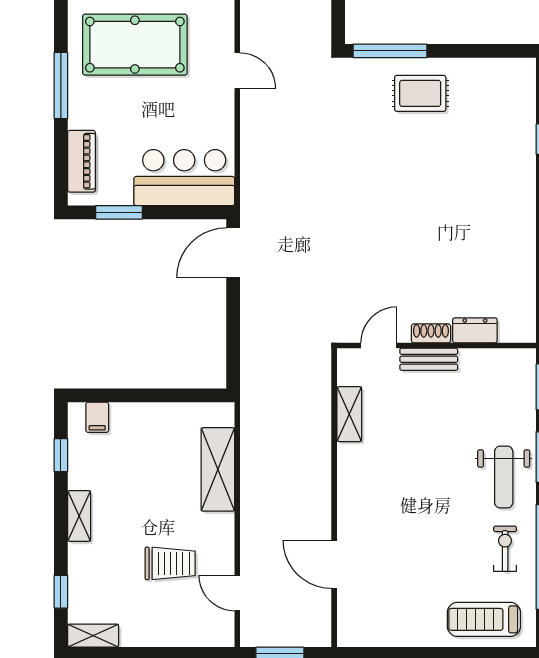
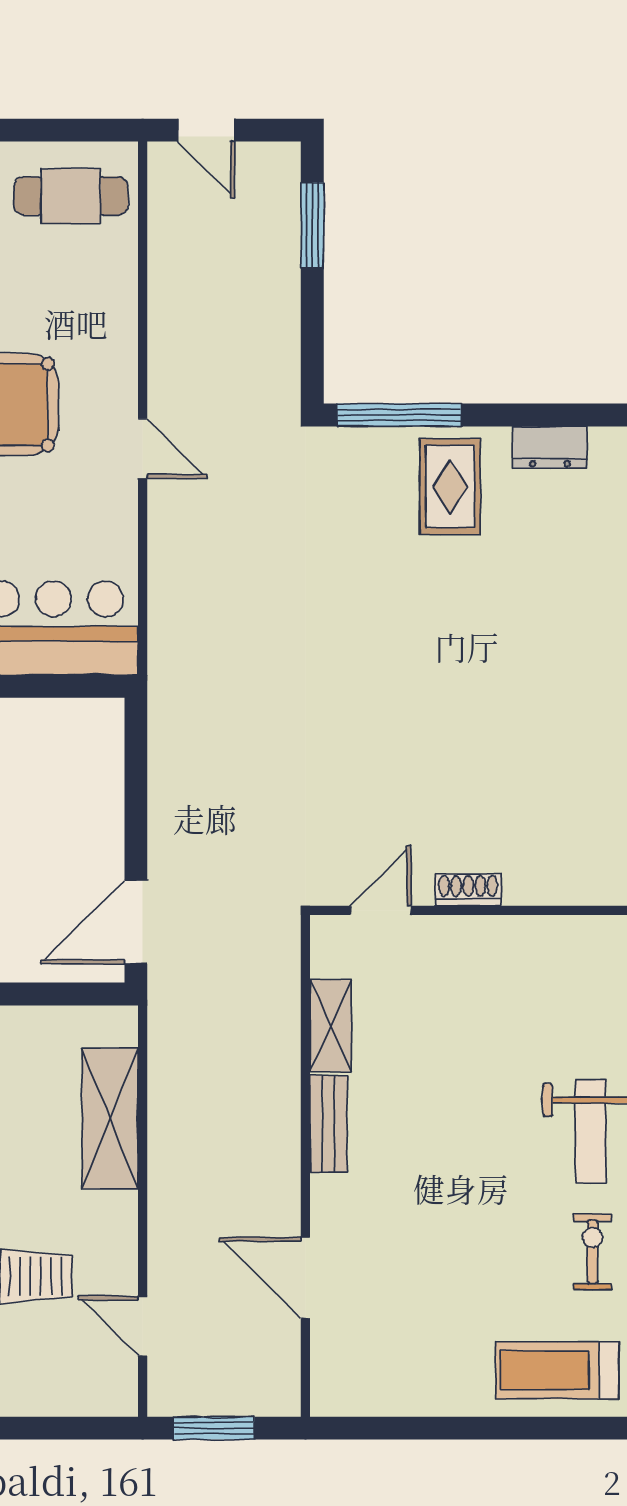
rug: (420, 93) -> (450, 487), turned 90
door: (233, 253) -> (136, 922), moved
dresser: (475, 330) -> (550, 447), moved, turned 180
bench: (429, 359) -> (328, 1124), moved, turned 90

